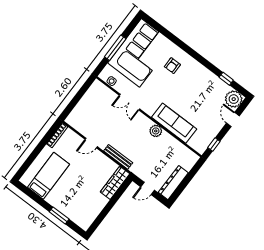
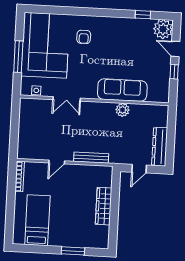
plant: (156, 131) -> (123, 110), moved
window: (214, 145) -> (174, 72), moved
wardrobe: (115, 183) -> (104, 206), moved

